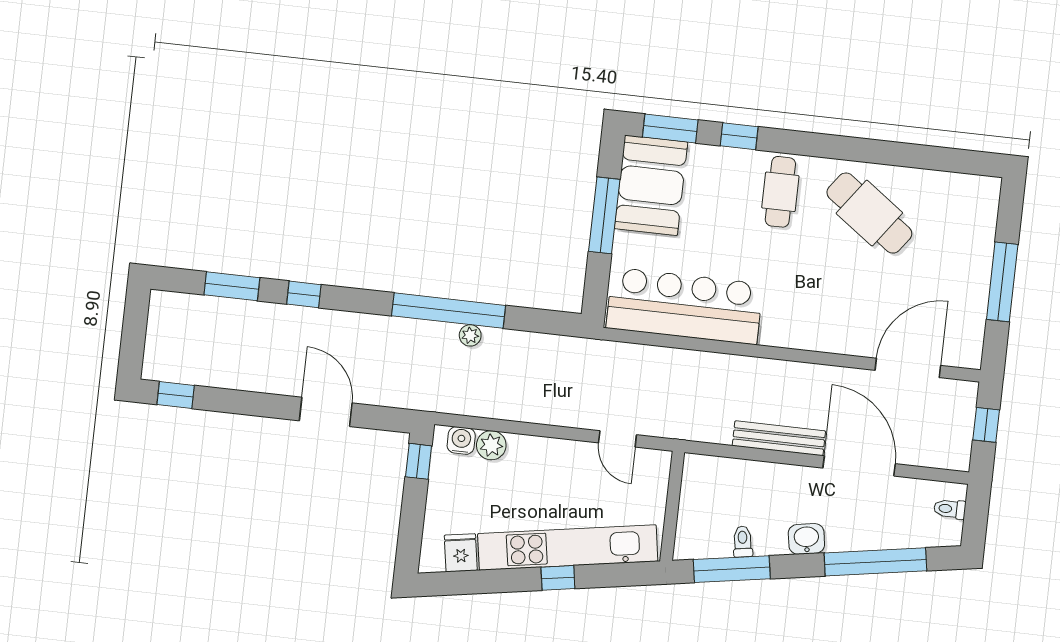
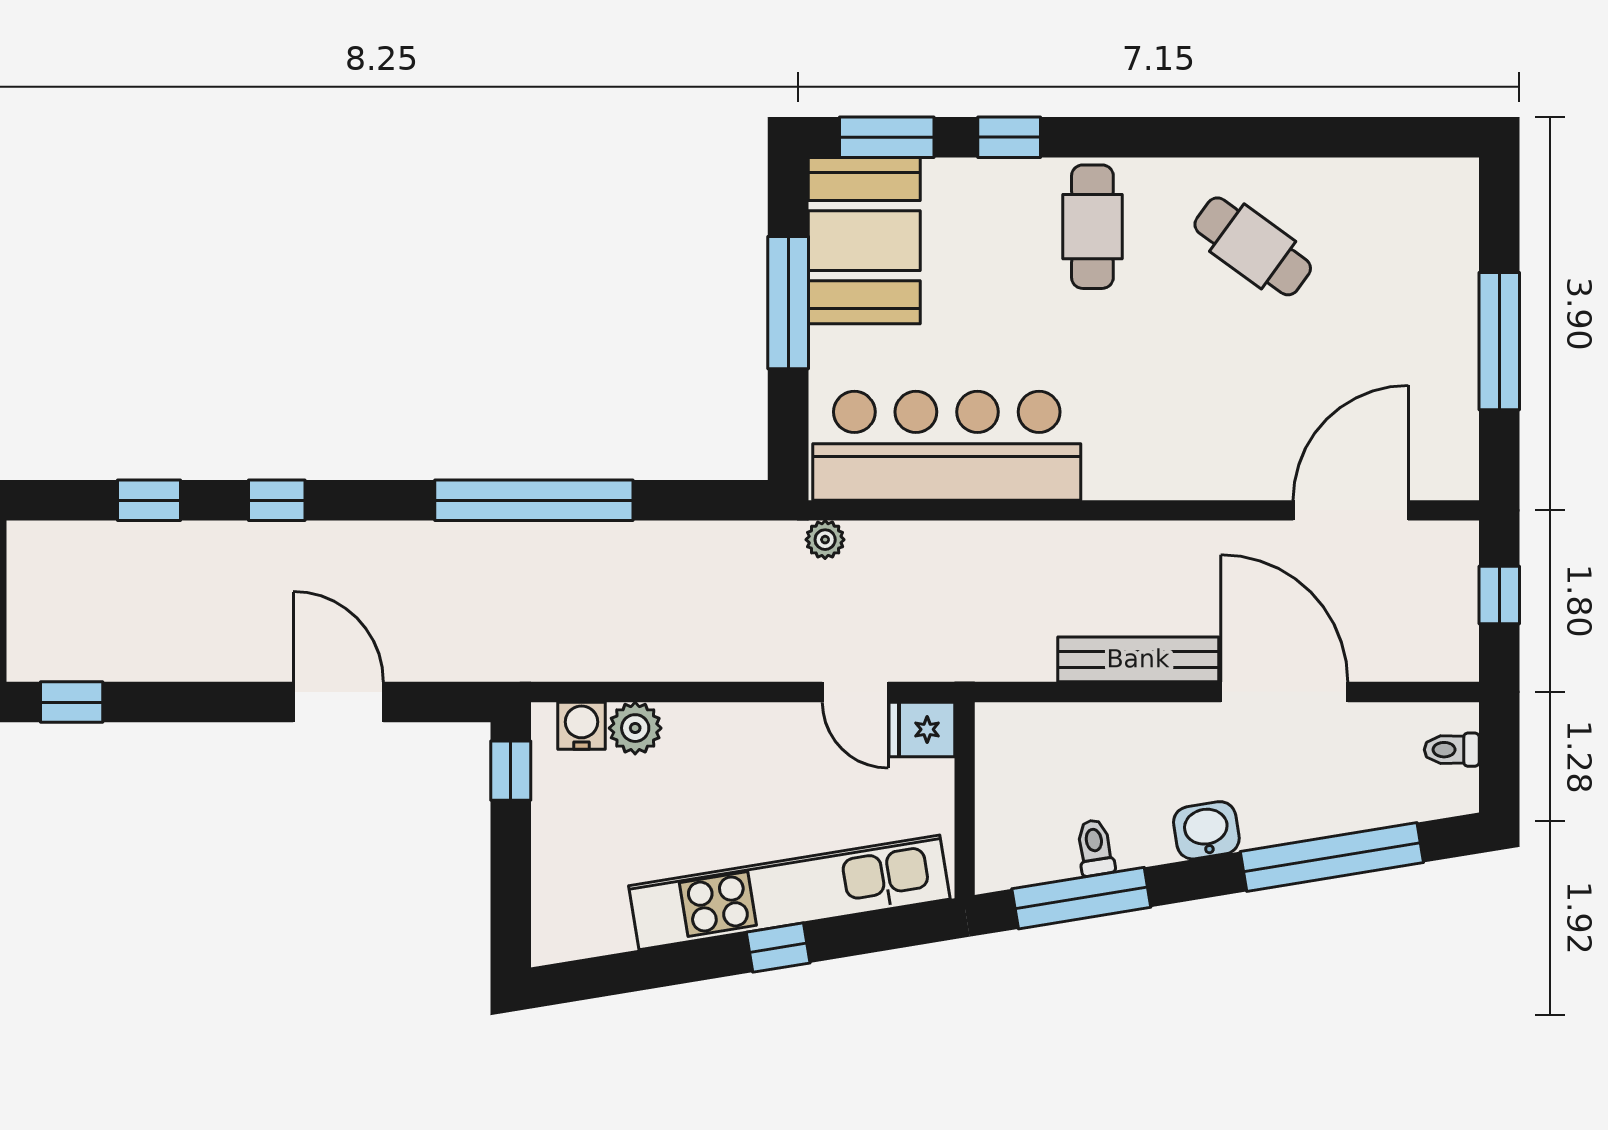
cafe table: (869, 213) -> (1253, 246), width x0.73, depth x0.74
window: (232, 286) -> (149, 500), width x0.67
plant: (470, 335) -> (825, 540), moved
fridge: (461, 553) -> (922, 729), moved, turned -81

